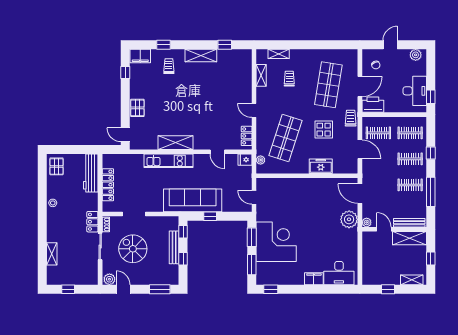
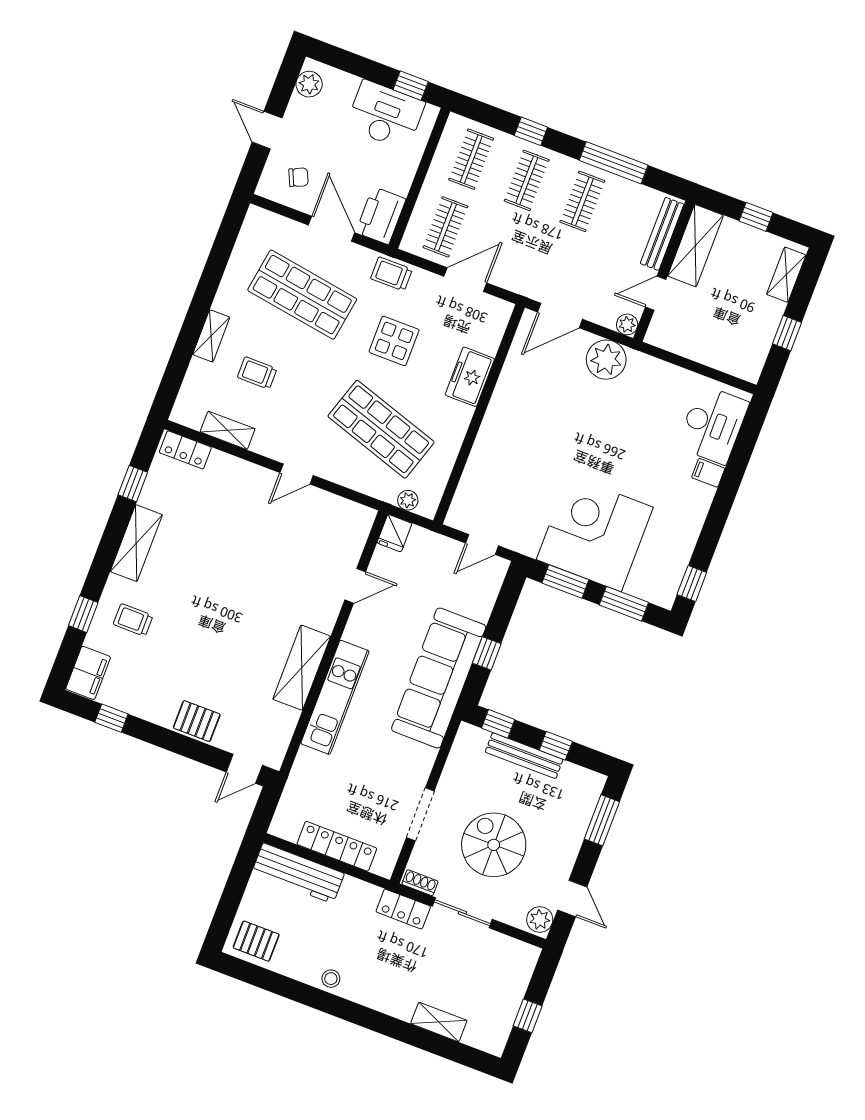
shelving: (279, 54) -> (211, 336), moved
locker: (247, 136) -> (185, 450), moved
spiral stairs: (133, 249) -> (494, 845), turned 90
filing cabinet: (314, 279) -> (708, 473), width x0.50
door: (123, 289) -> (572, 898), swing flipped

